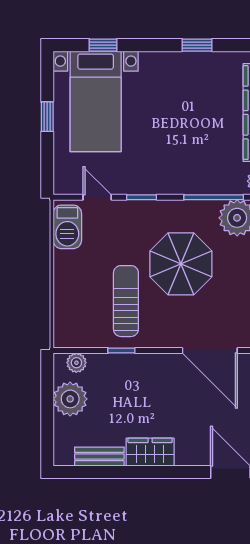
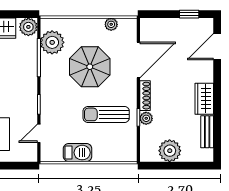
barbecue: (67, 227) -> (78, 153), moved
parasol: (181, 264) -> (90, 67), moved
shoe rack: (155, 361) -> (145, 96), added
plant: (76, 363) -> (146, 118), moved

